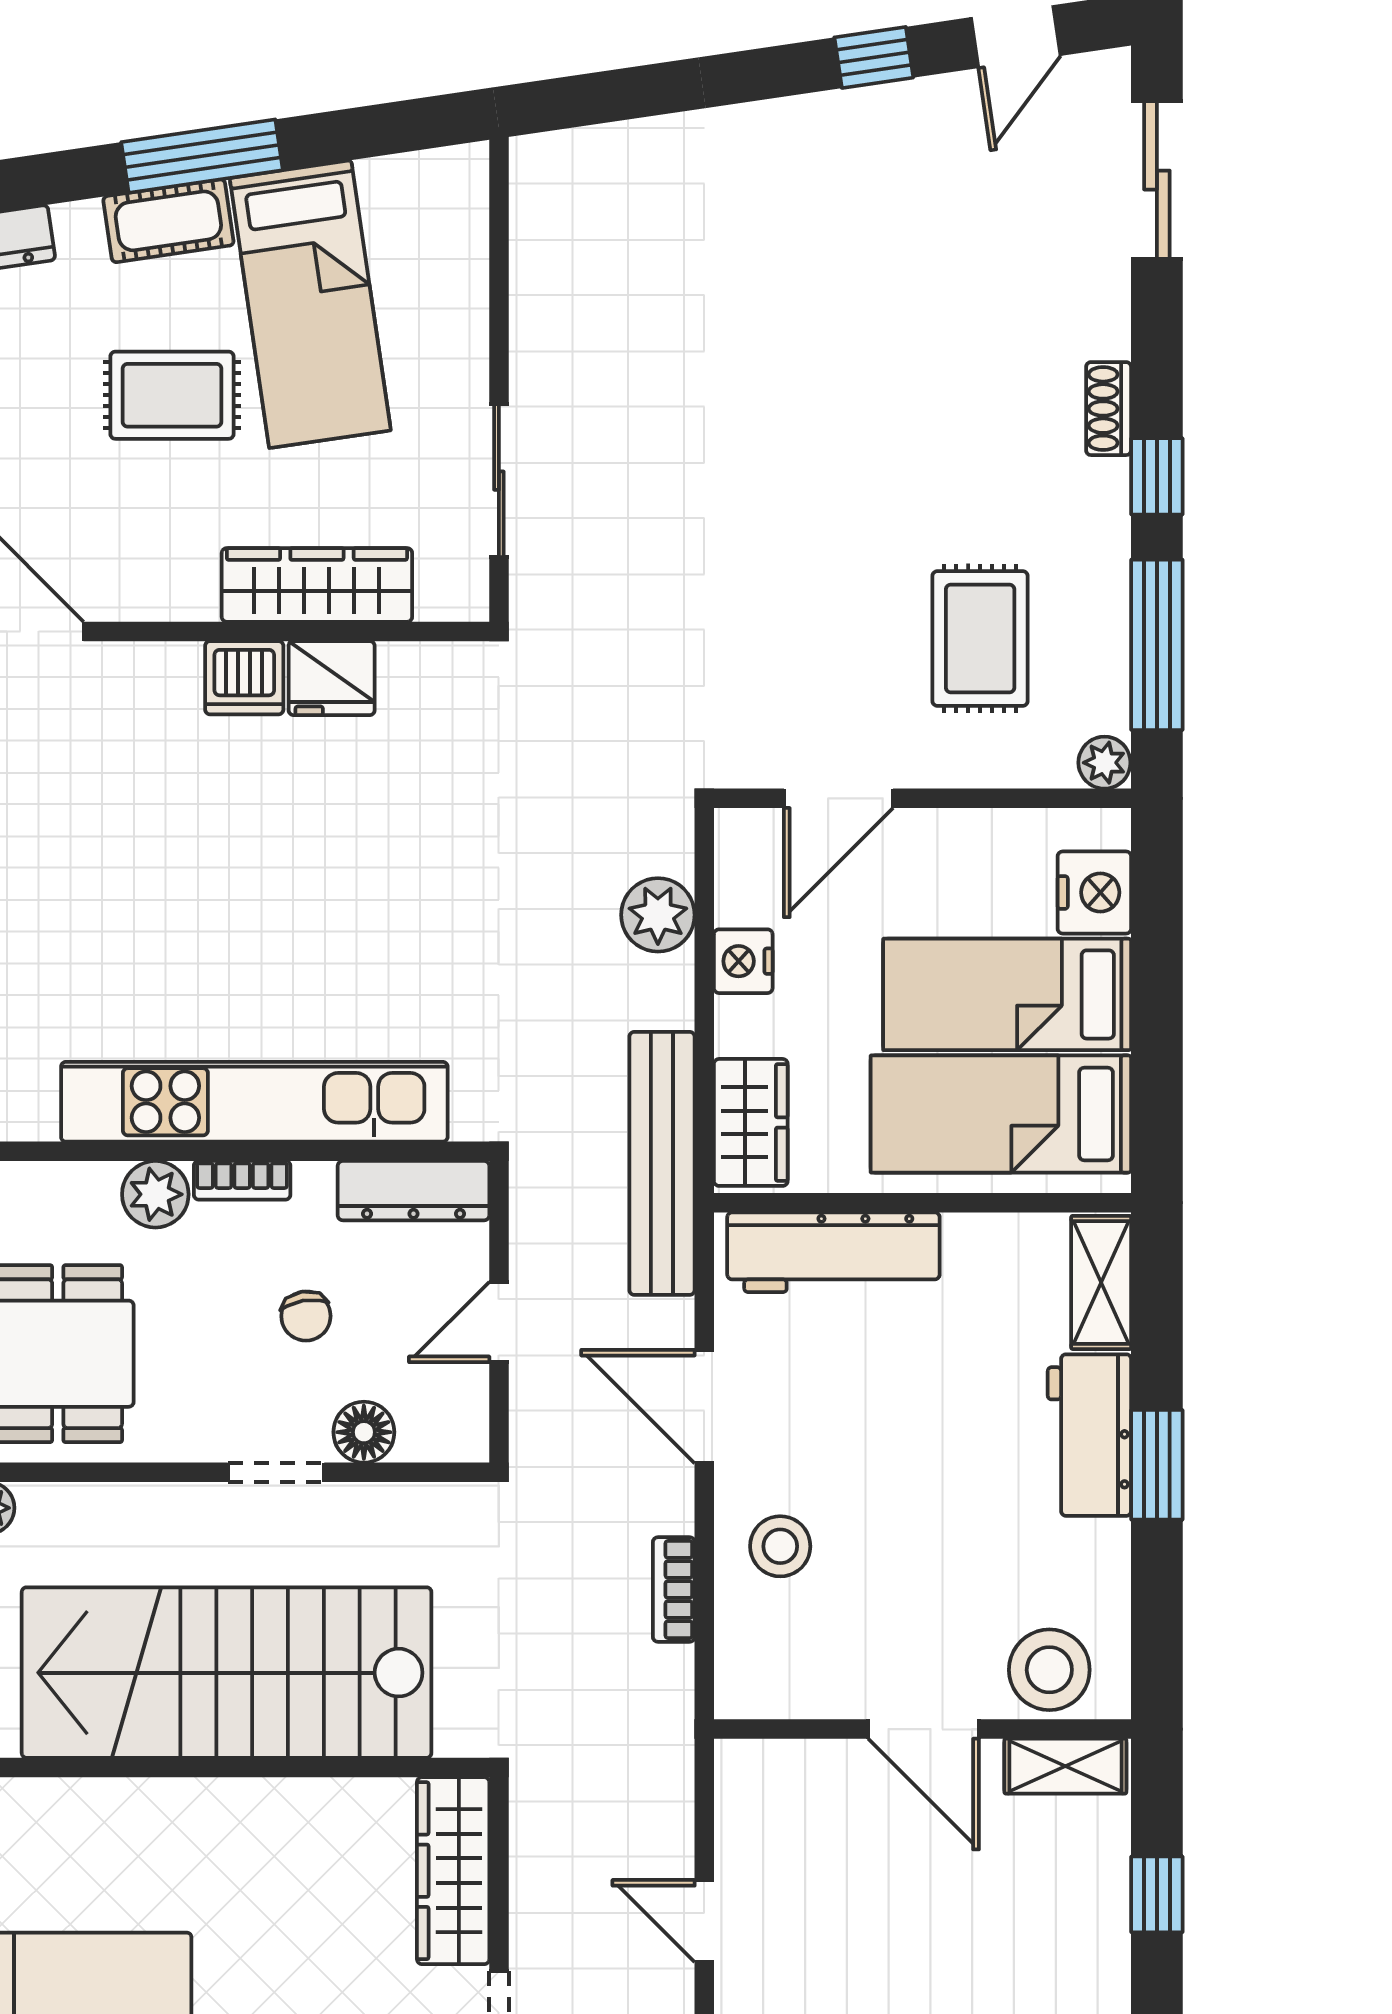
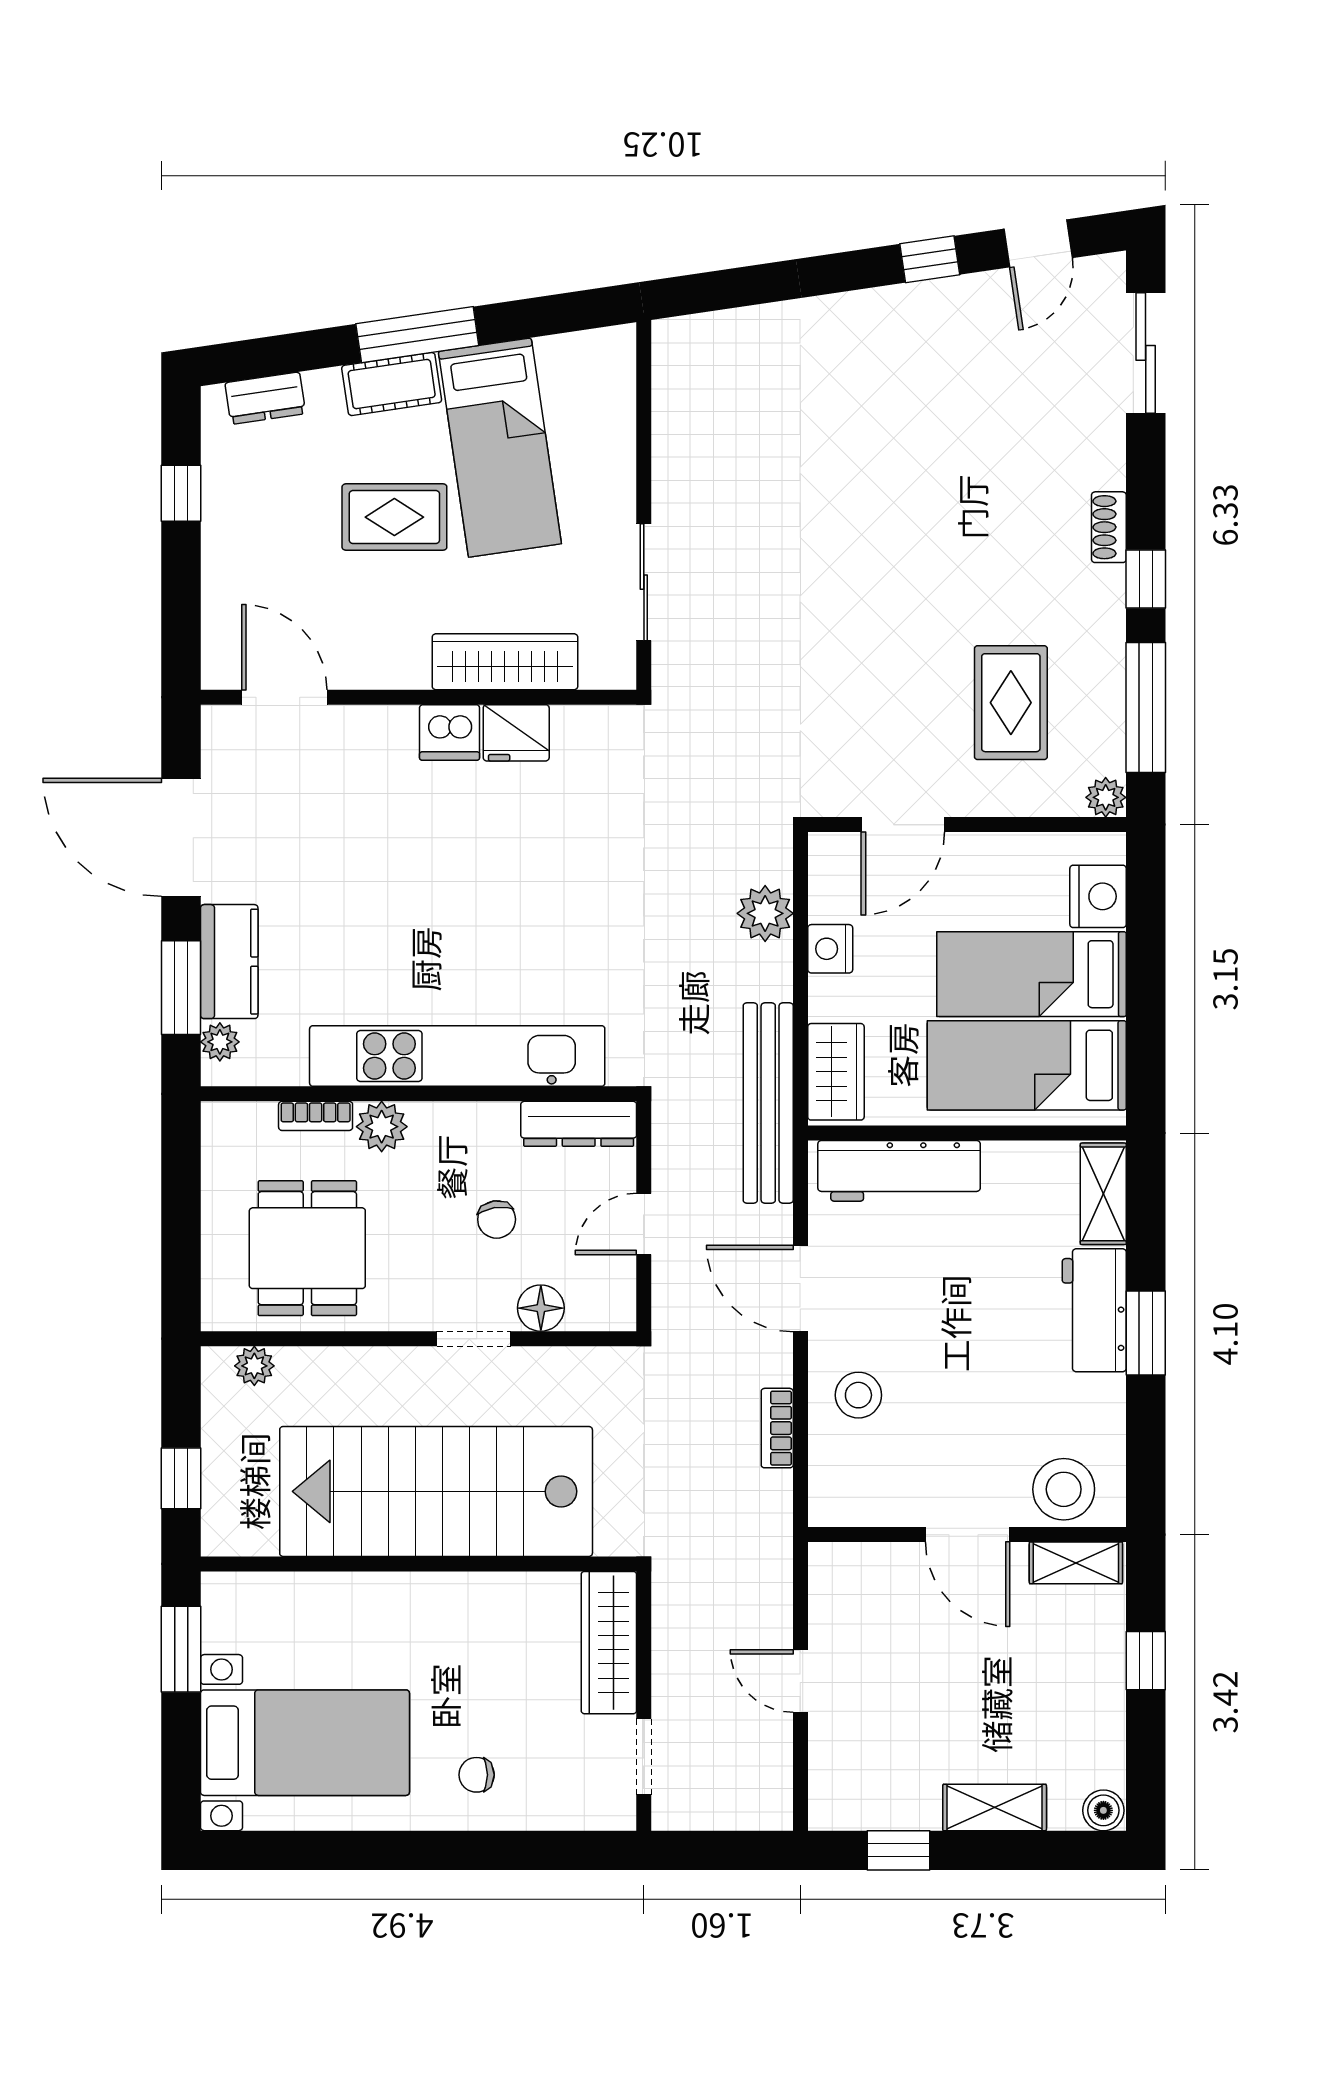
bookcase: (242, 1180) -> (316, 1116), moved

